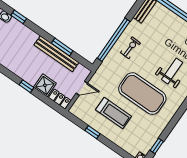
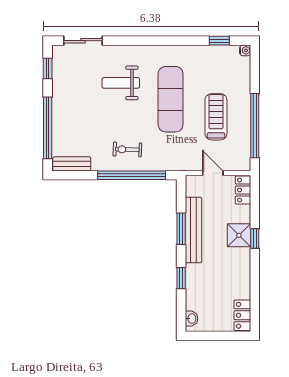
window: (19, 17) -> (181, 278), moved
shower: (45, 85) -> (239, 235), moved
exercise mat: (142, 94) -> (171, 99), width x0.68
window: (93, 132) -> (255, 126), width x3.17

